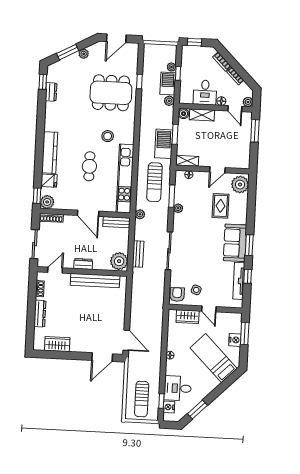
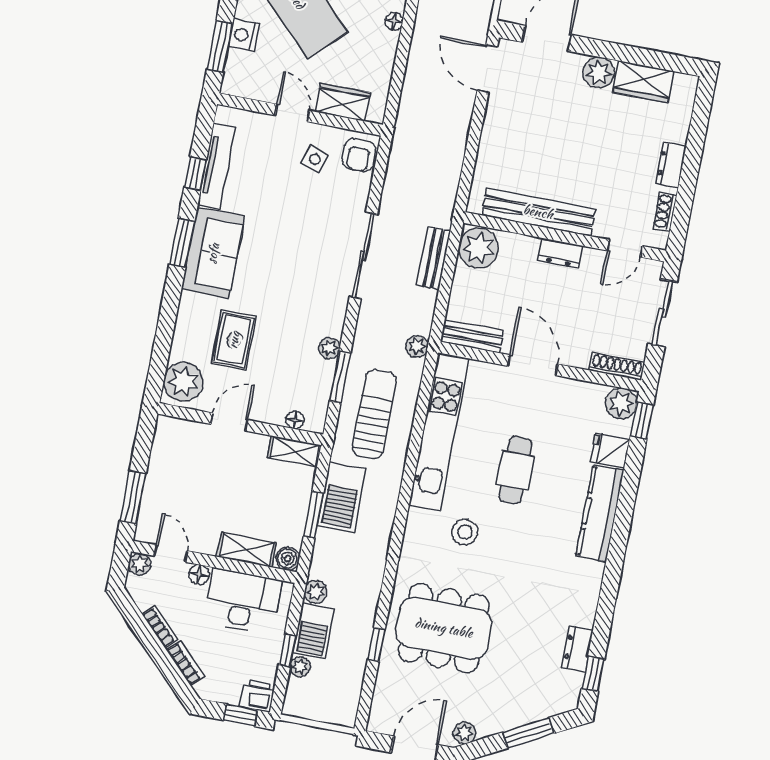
printer: (188, 52) -> (257, 695), added
plant: (84, 54) -> (464, 733), moved
desk: (205, 92) -> (242, 601), width x1.37
dresser: (40, 314) -> (671, 165), width x0.70
plant: (77, 345) -> (599, 72), added

